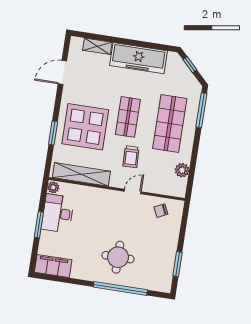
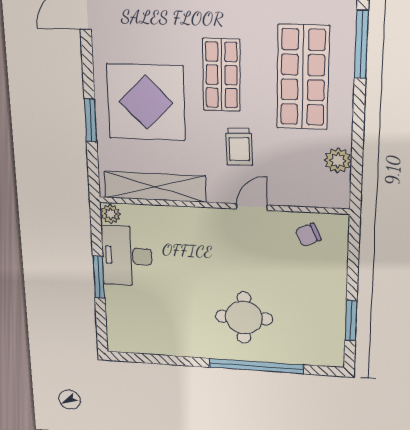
filing cabinet: (53, 266) -> (136, 340), removed

